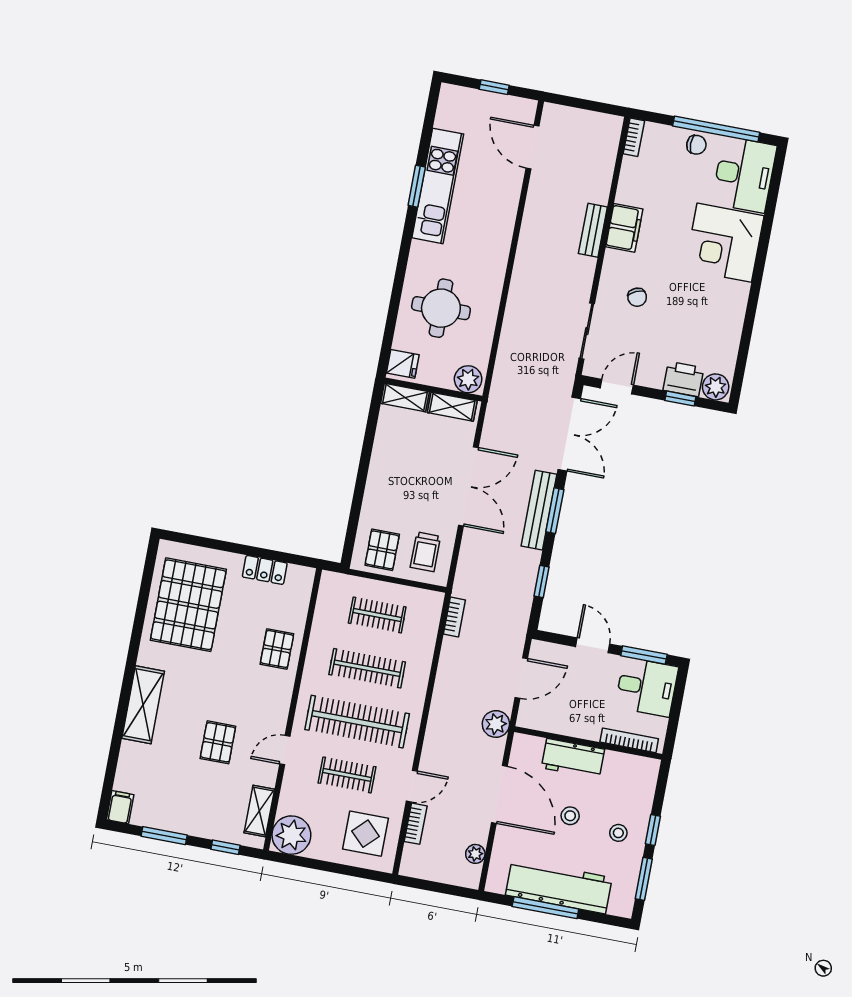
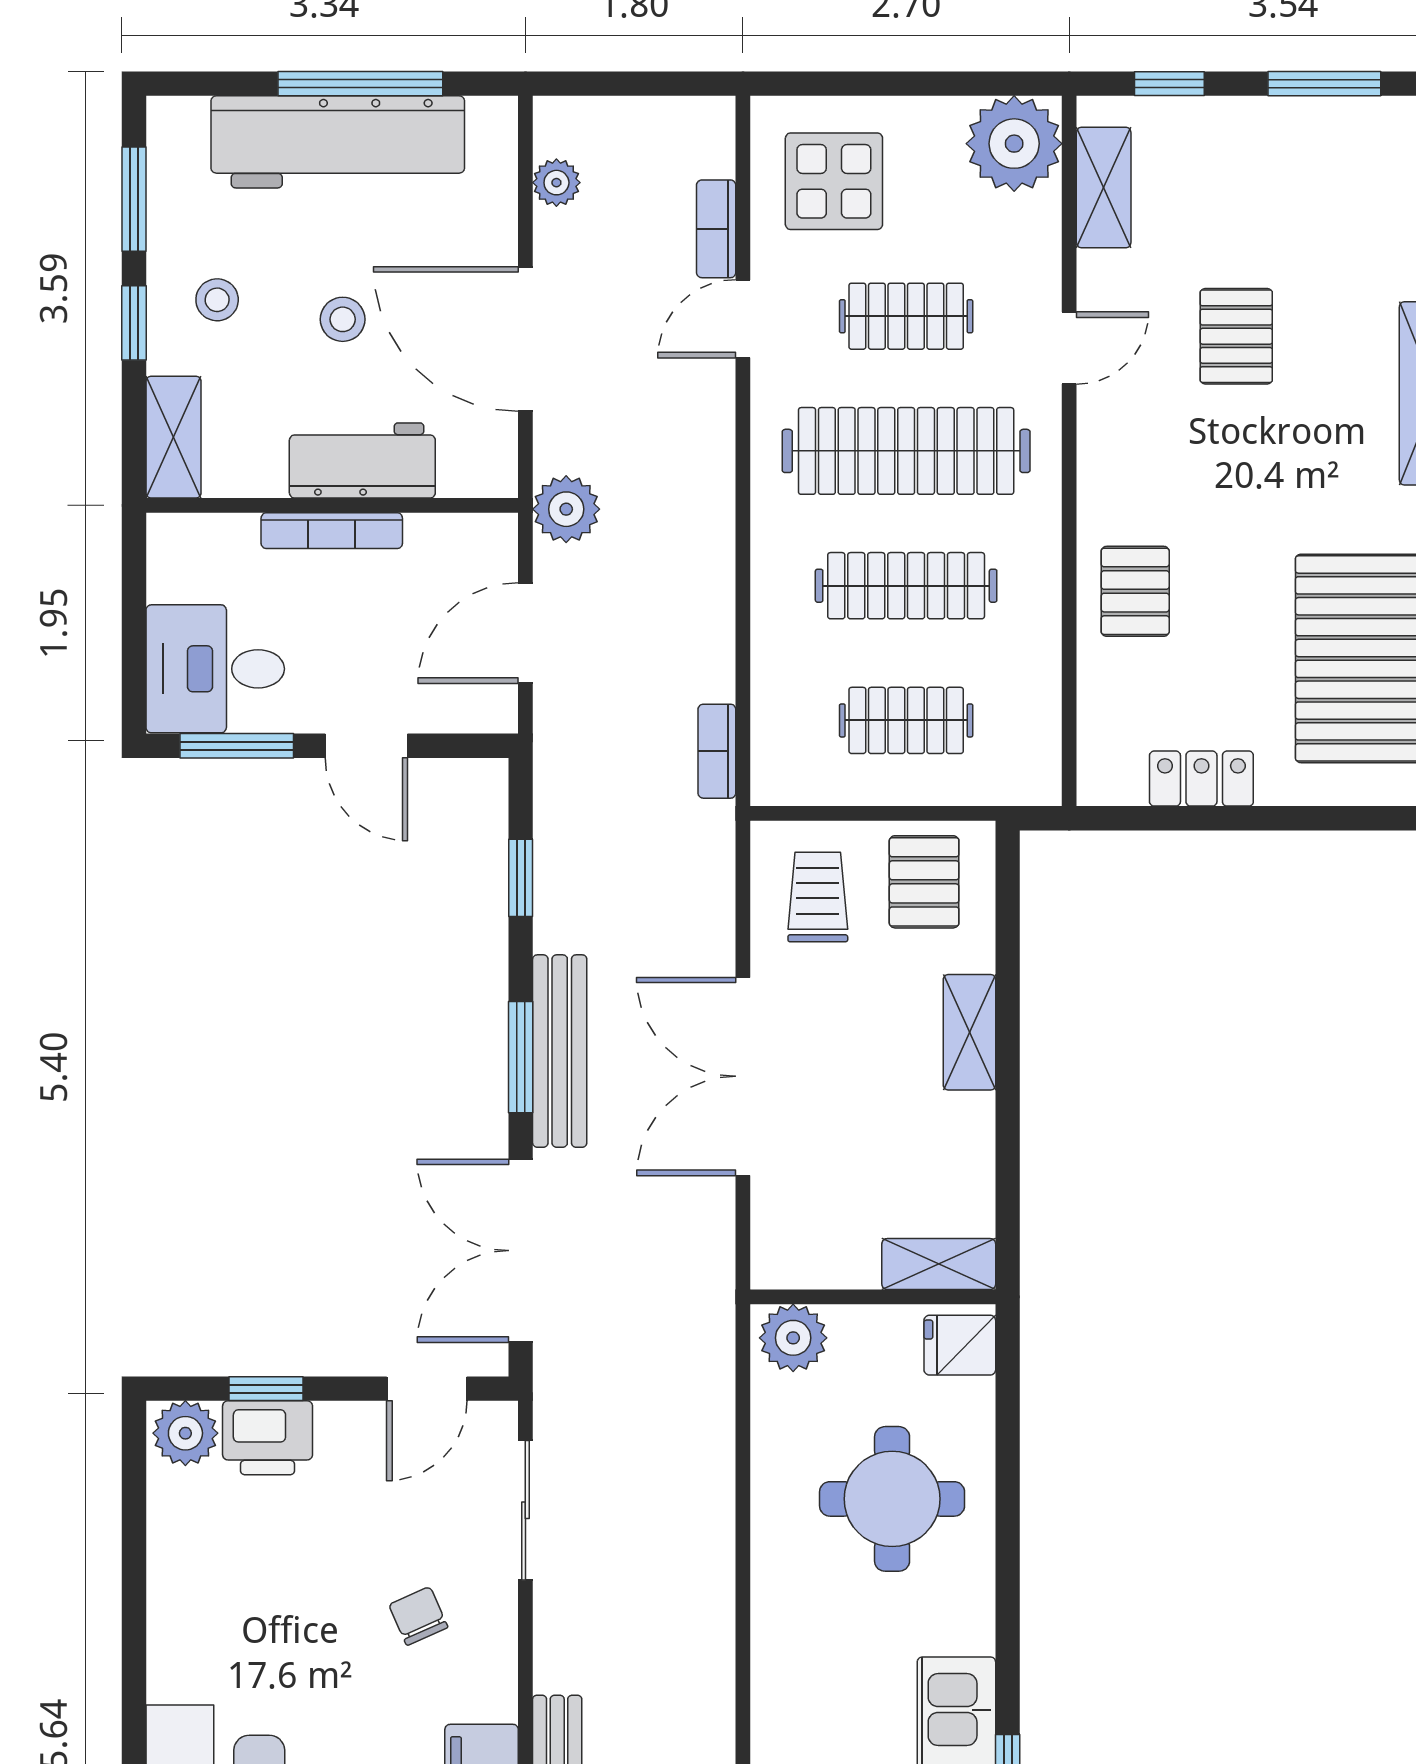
shelving: (452, 407) -> (969, 1032), moved, turned 90
bookcase: (629, 740) -> (332, 531), moved
shelving: (646, 782) -> (174, 437), added

